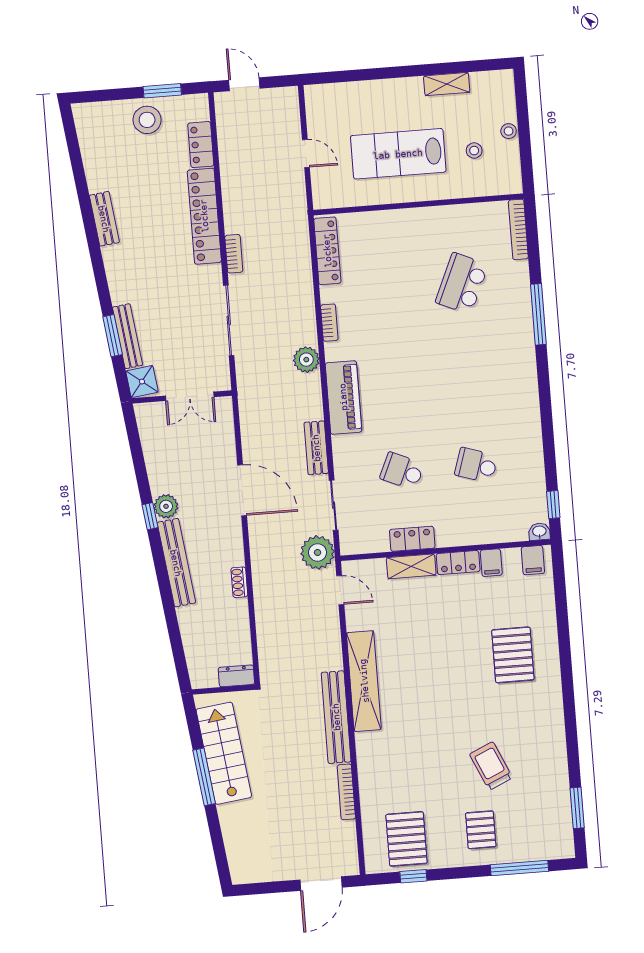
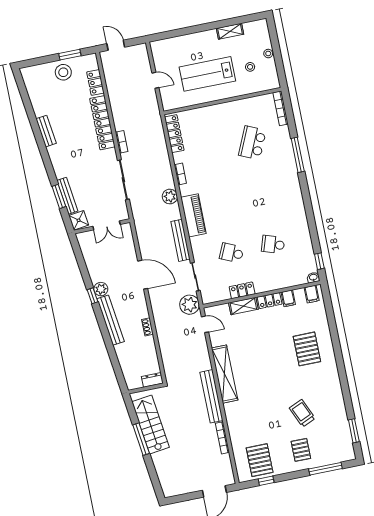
bench: (316, 448) -> (180, 240), width x1.36

